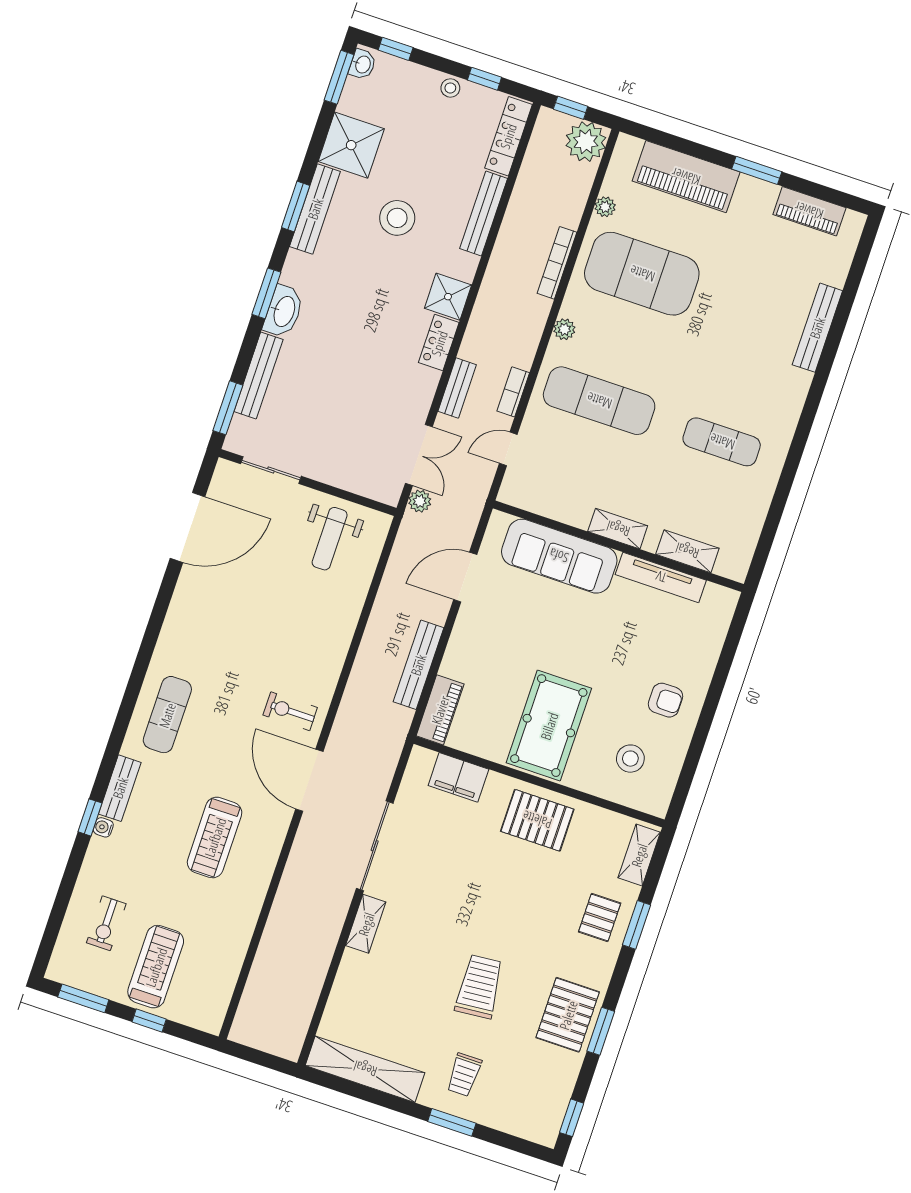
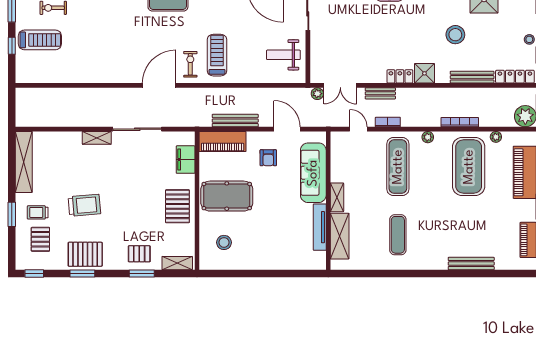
shelving: (687, 551) -> (340, 236), width x1.50, depth x1.33
armchair: (666, 700) -> (268, 158), moved
piano: (440, 710) -> (223, 142), width x1.37, depth x1.33
treadmill: (215, 837) -> (217, 55), moved, turned 90
pallet: (514, 1086) -> (40, 239), added

